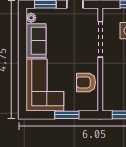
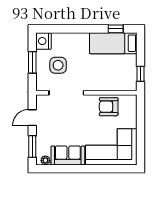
armchair: (86, 82) -> (109, 107), turned 90
window: (67, 115) -> (140, 125), removed

